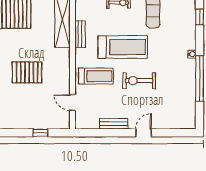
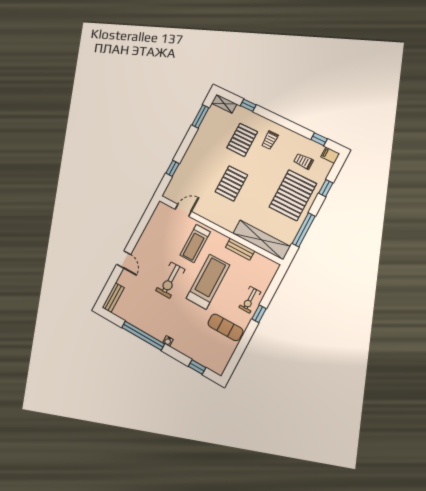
treadmill: (123, 47) -> (208, 282), turned 180
exercise bike: (139, 81) -> (170, 280), turned 180
bench: (114, 124) -> (113, 298), moved

